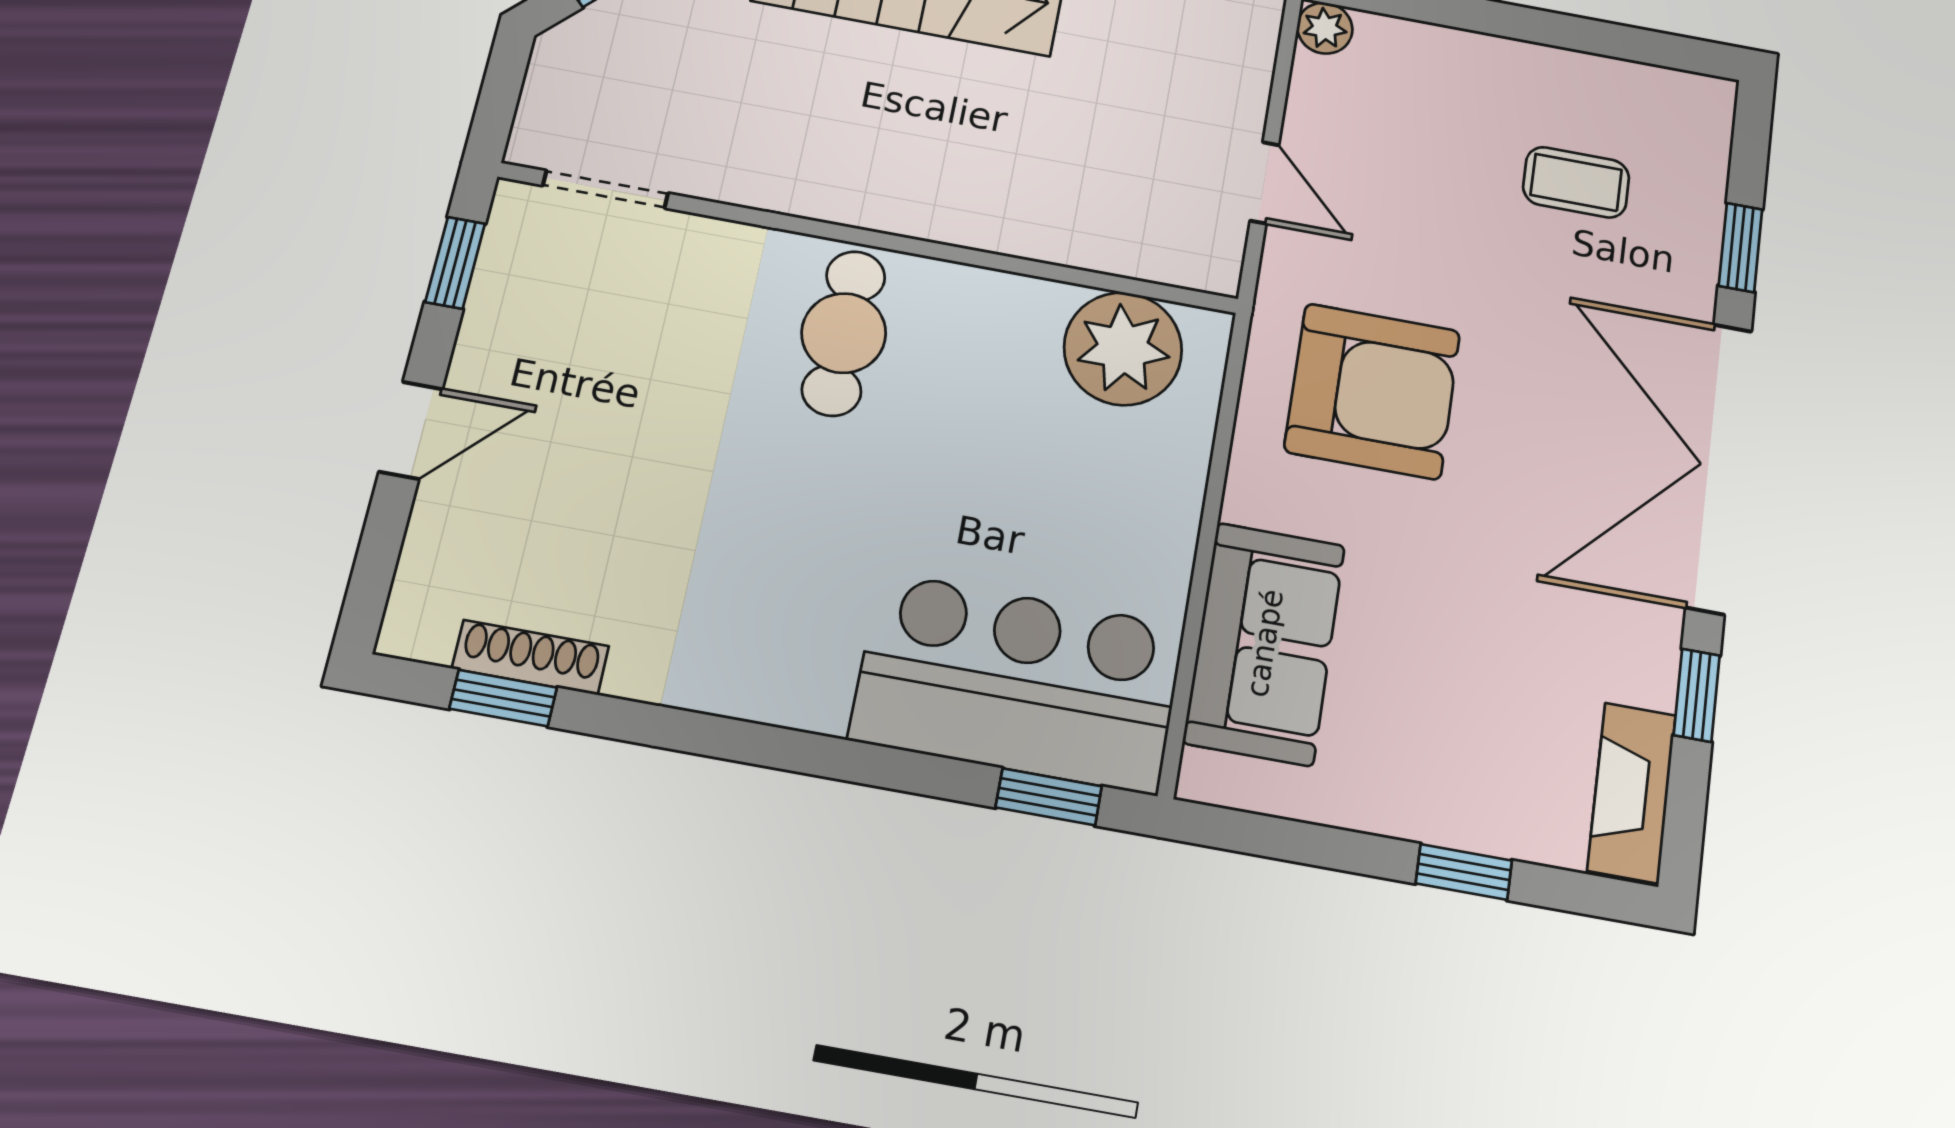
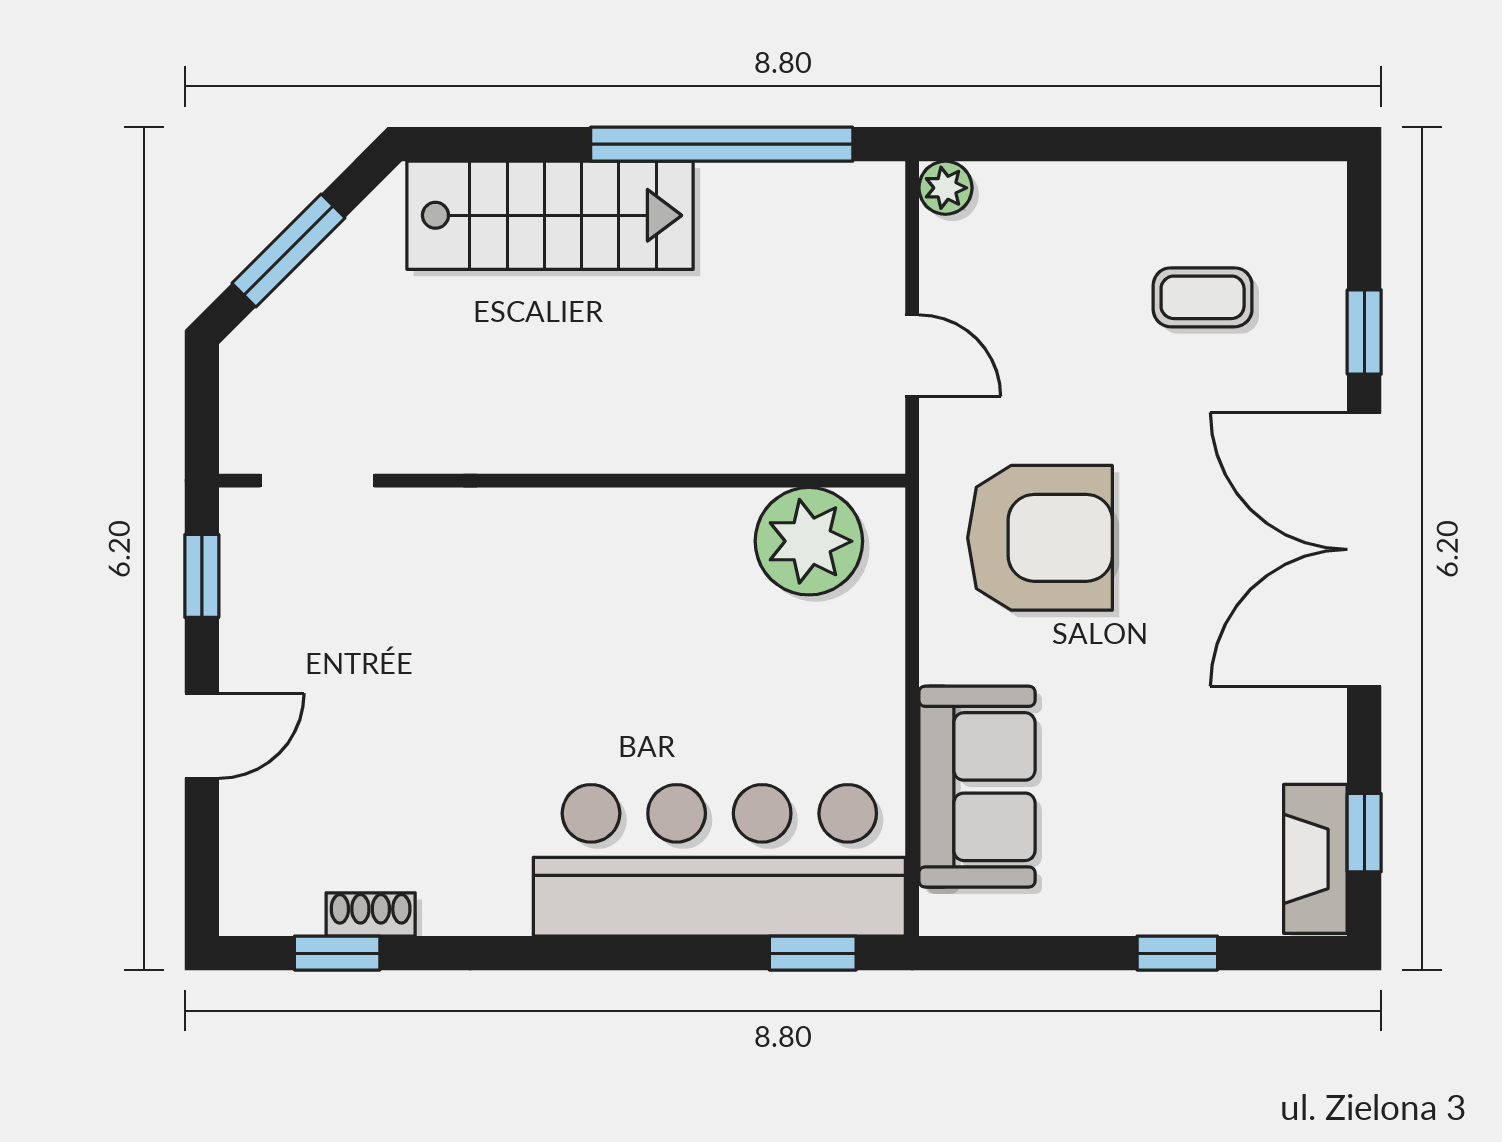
cafe table: (844, 333) -> (557, 575), removed
shoe rack: (530, 657) -> (371, 914), width x0.70
bar counter: (1018, 683) -> (719, 860), width x1.36
window: (1697, 695) -> (1364, 833), moved

